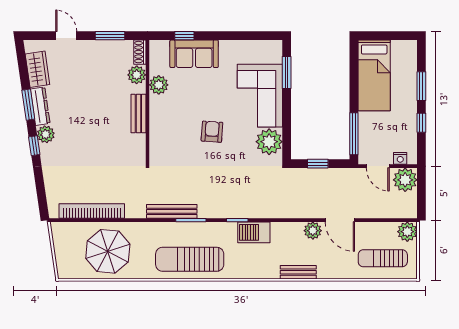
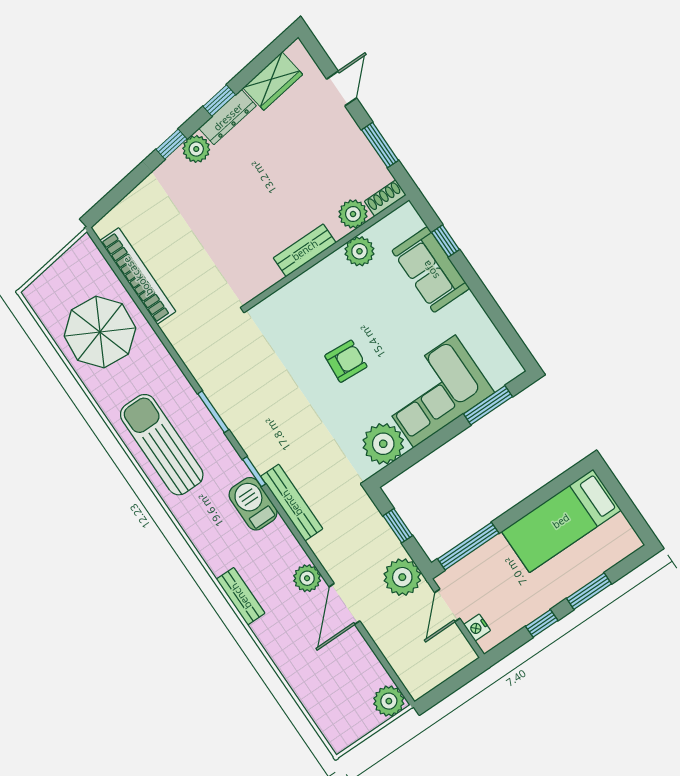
window: (28, 105) -> (219, 100), width x0.67
plant: (405, 180) -> (402, 577), moved
bench: (172, 211) -> (292, 503), moved
sun lounger: (383, 258) -> (333, 693), removed

